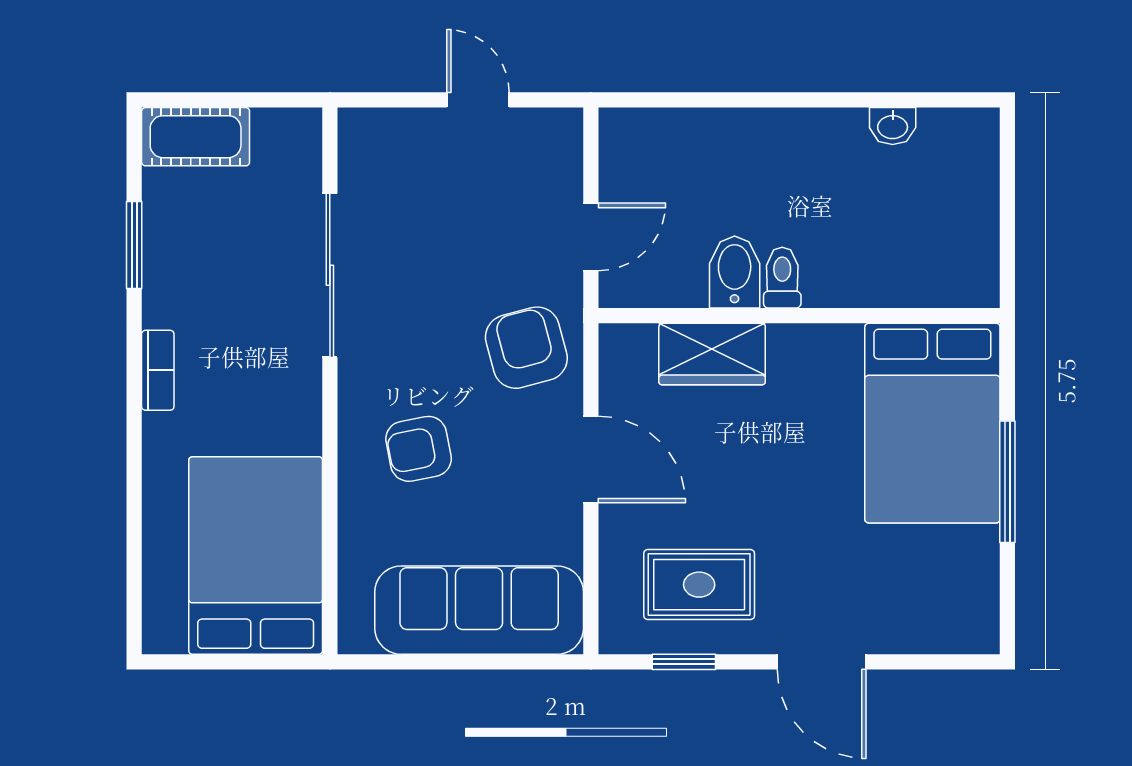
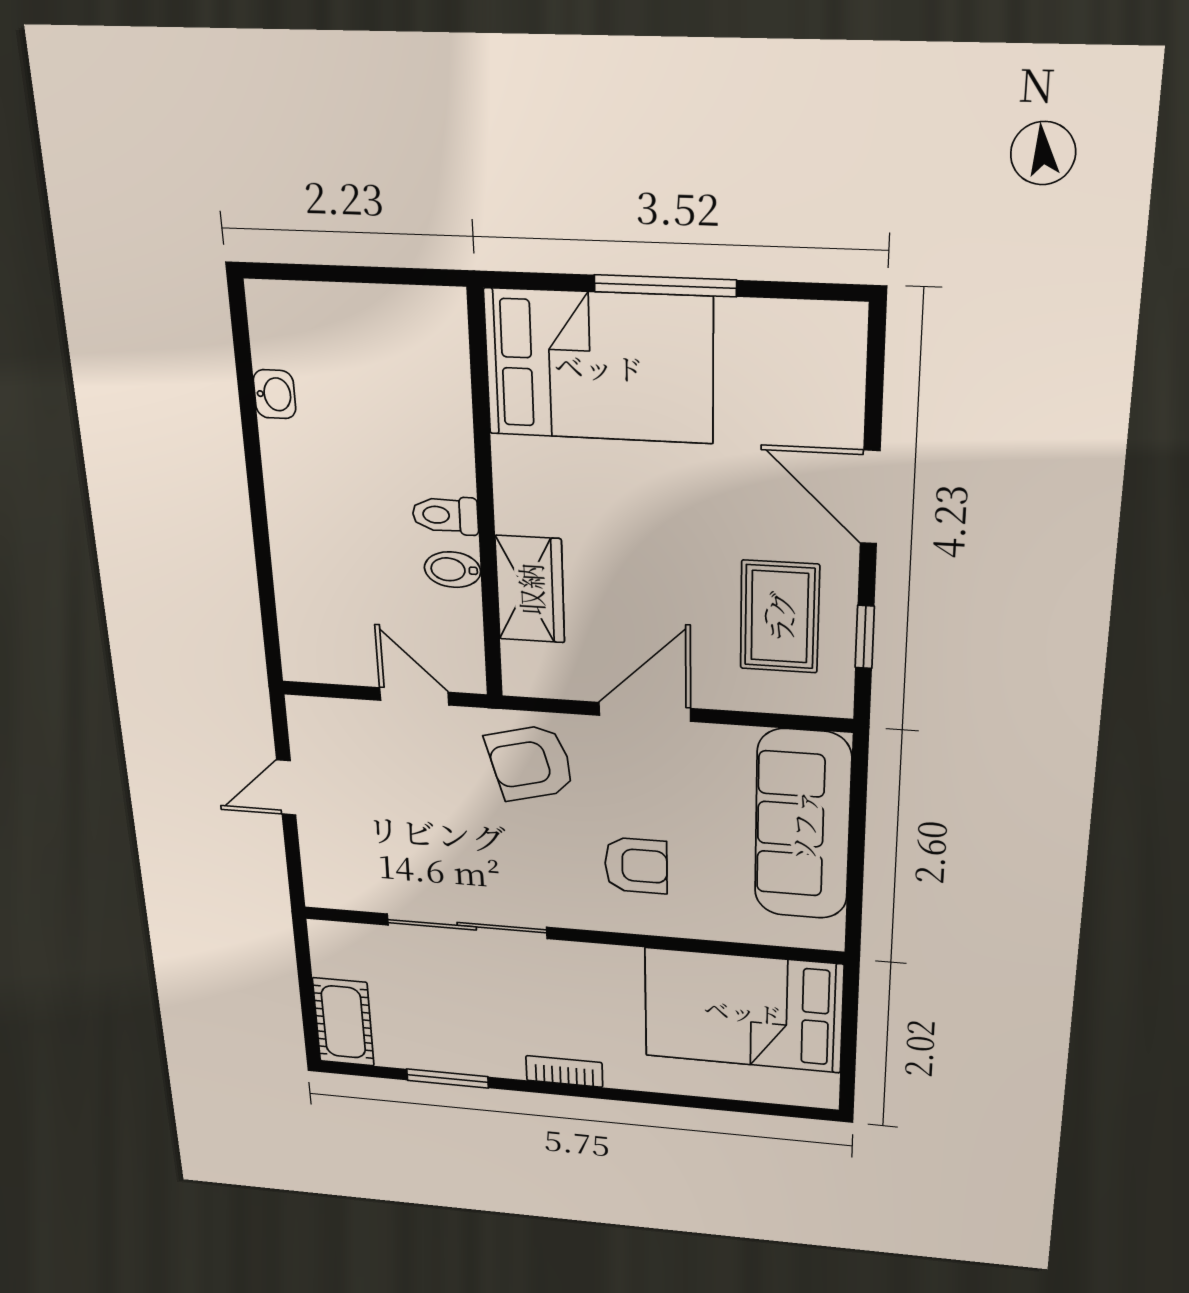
bidet: (735, 272) -> (453, 570), width x0.72, depth x0.74
armchair: (419, 449) -> (636, 865), turned -79
door: (822, 662) -> (870, 497), swing flipped

